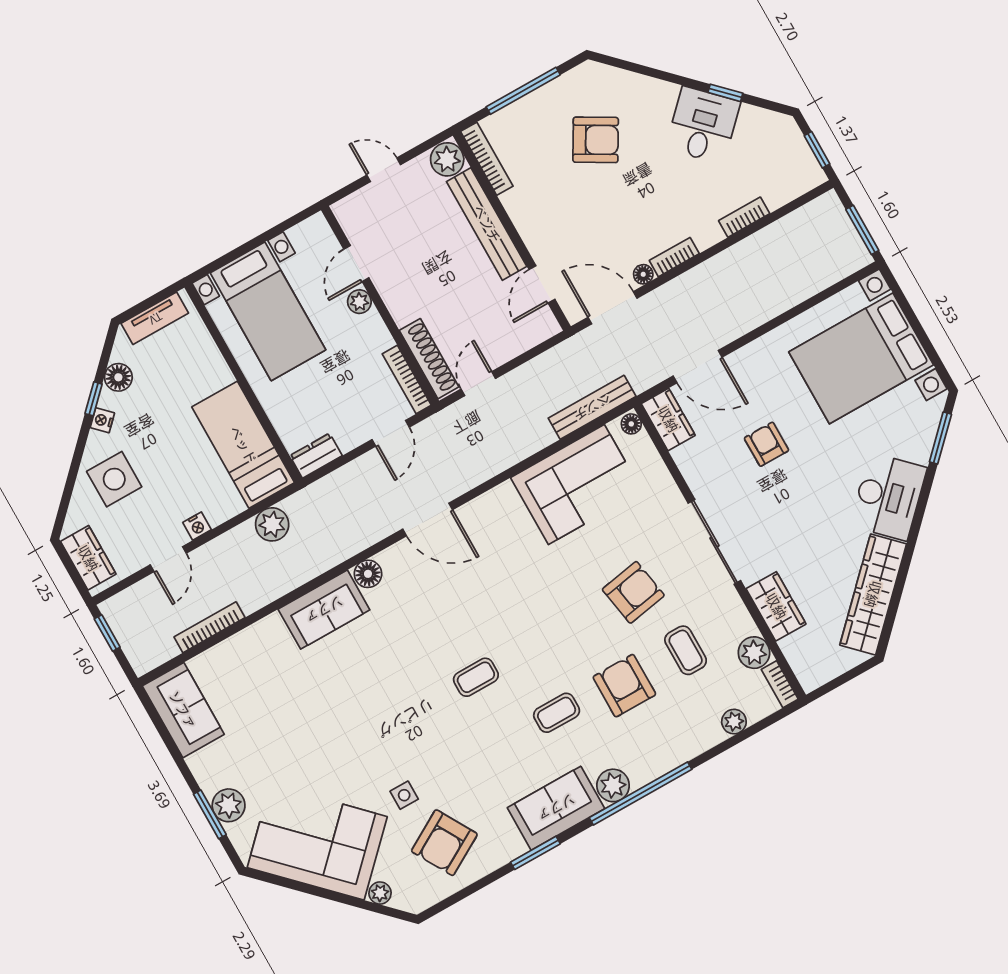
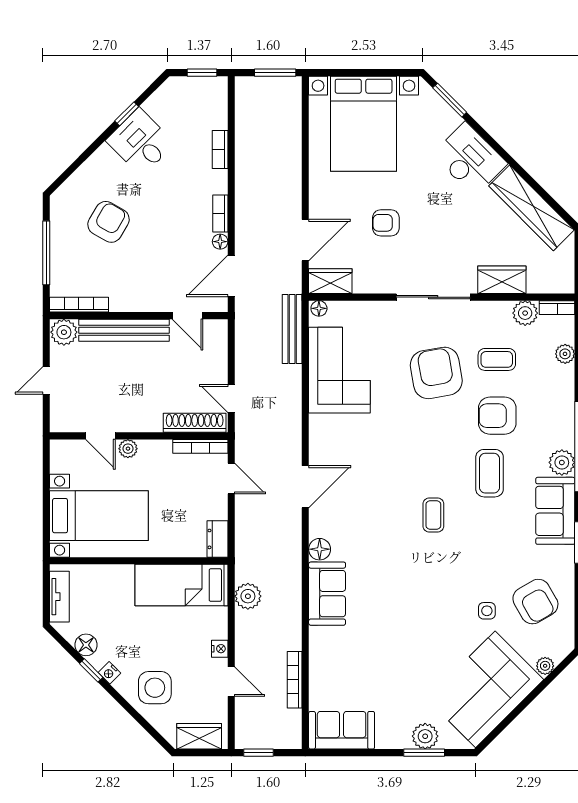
armchair: (633, 592) -> (436, 373), width x1.36, depth x1.36
coffee table: (557, 713) -> (490, 473), width x1.36, depth x1.30

